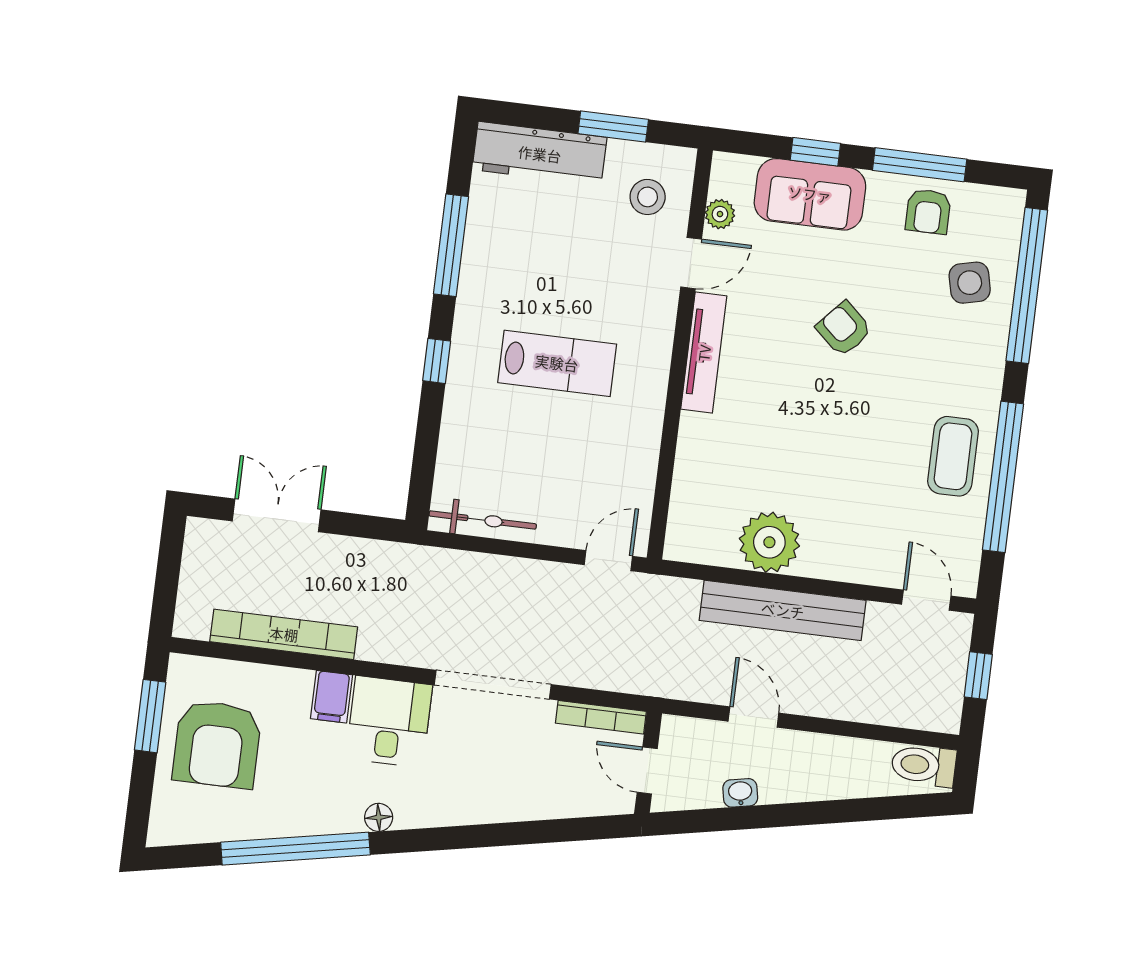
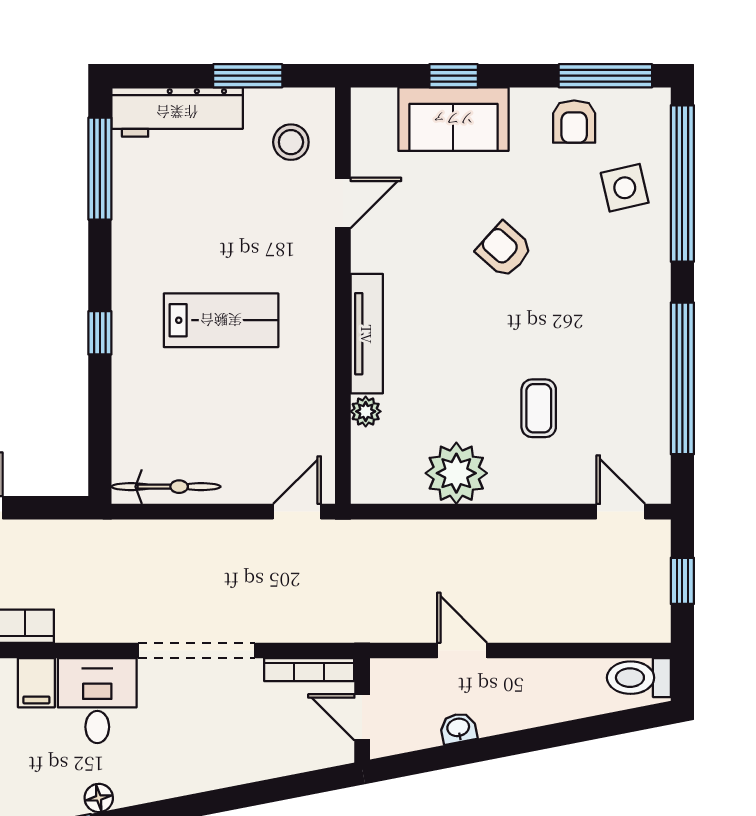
window: (920, 165) -> (605, 76), moved
plant: (720, 214) -> (366, 411), moved
window: (451, 245) -> (100, 169), moved
tv unit: (704, 353) -> (367, 334), moved
coffee table: (953, 456) -> (539, 408), moved, width x0.73, depth x0.77
bench: (783, 610) -> (478, 540), removed

